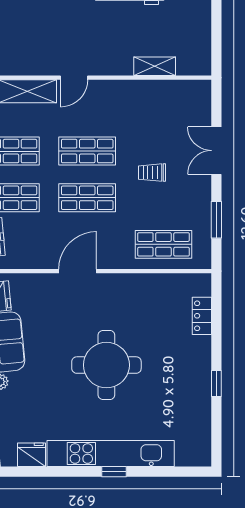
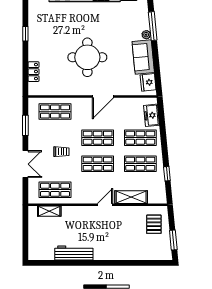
shelving: (155, 66) -> (49, 211), moved
shop shelf: (163, 104) -> (55, 190), added
round table: (106, 365) -> (87, 57), moved

